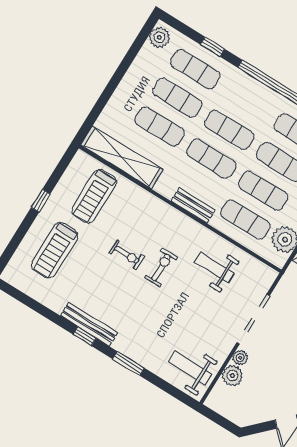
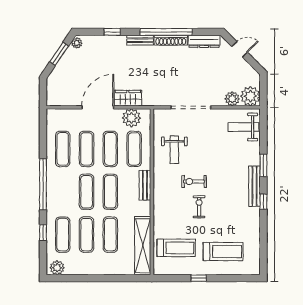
bench: (89, 324) -> (255, 186), moved
plant: (240, 358) -> (250, 96), moved, width x1.87, depth x1.87
weight bench: (190, 368) -> (243, 127), turned 90

